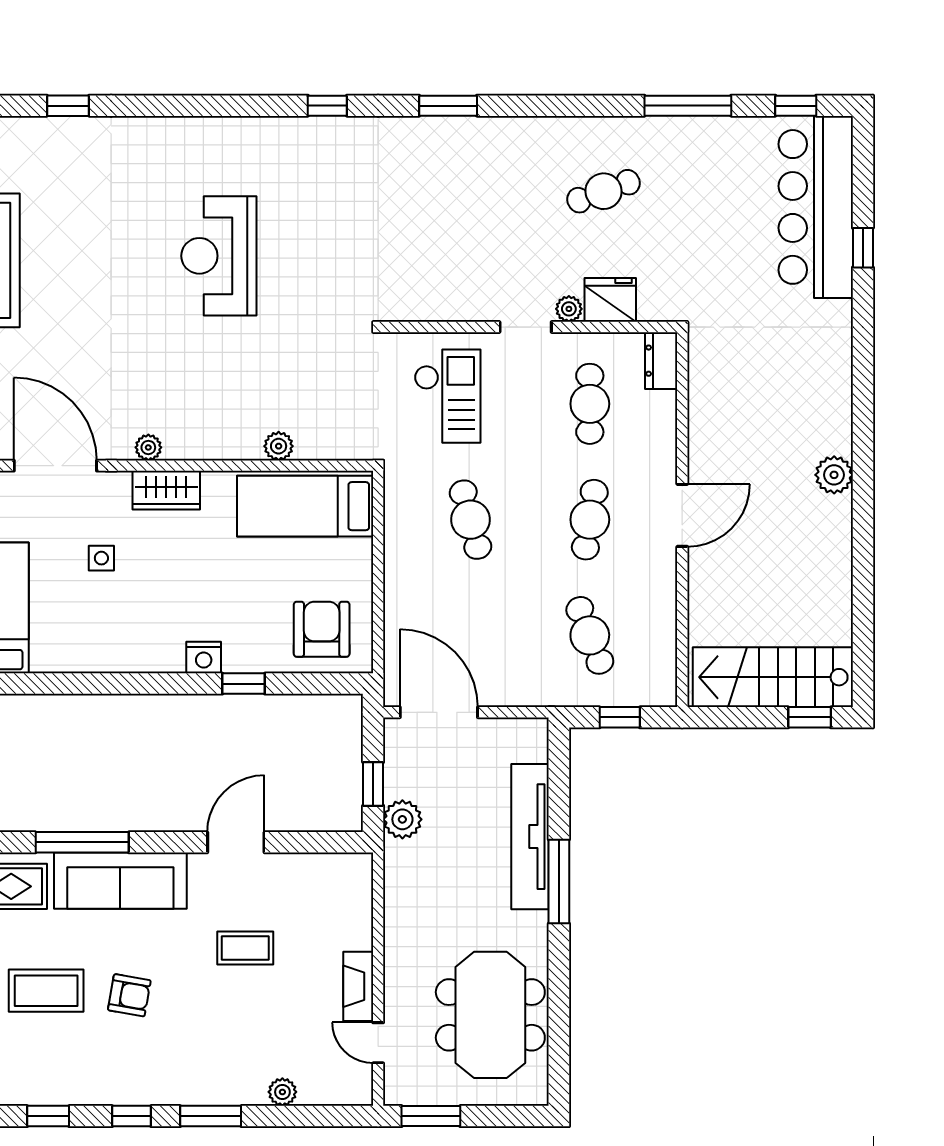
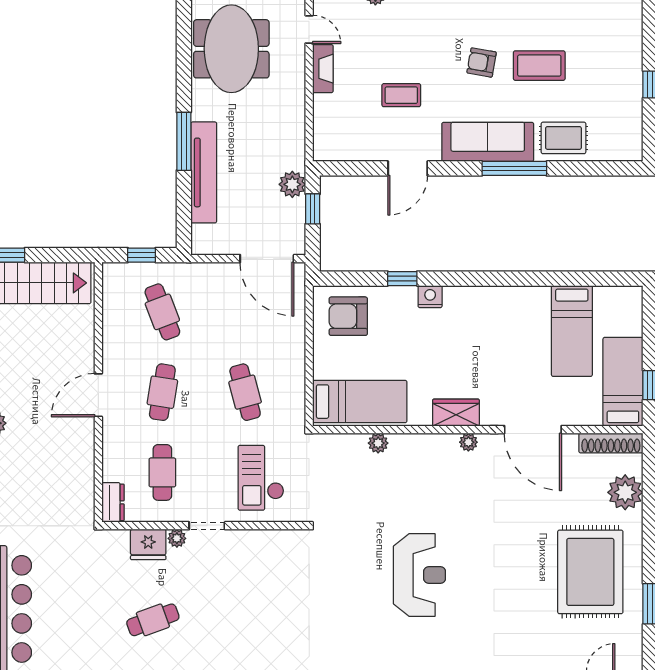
side table: (101, 558) -> (501, 365), removed
armchair: (322, 629) -> (348, 316), turned 90

